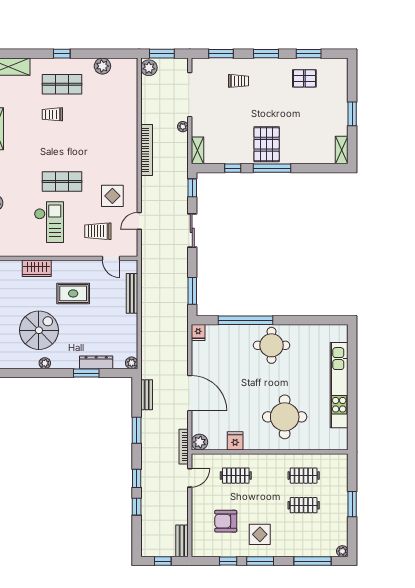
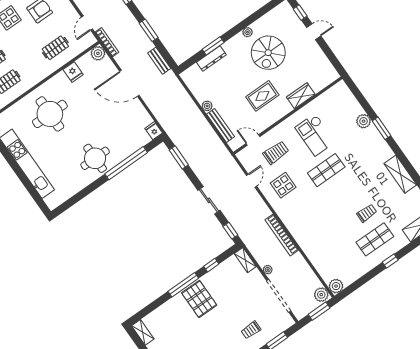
plant: (102, 66) -> (336, 286), moved
plant: (132, 363) -> (207, 106), moved

